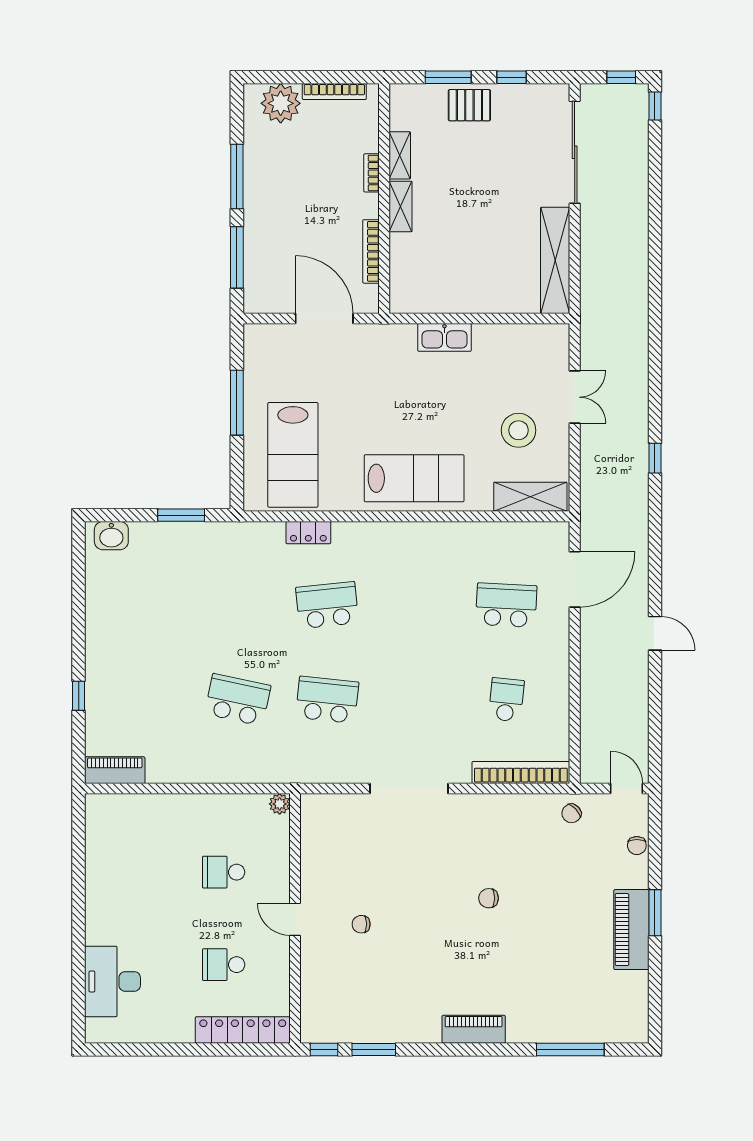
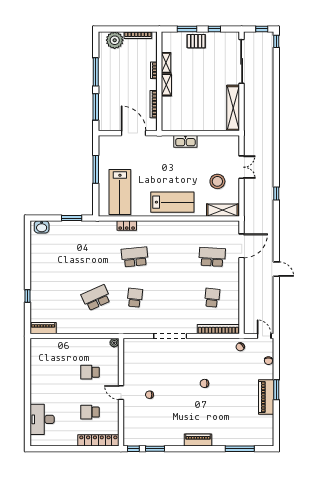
school desk: (238, 700) -> (96, 298), turned -36
school desk: (327, 700) -> (135, 298), width x0.54

